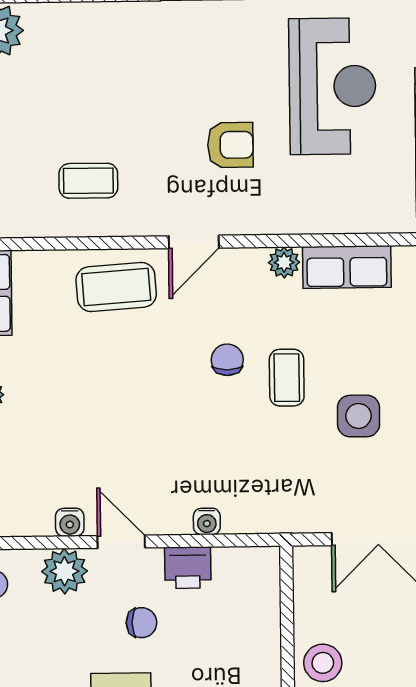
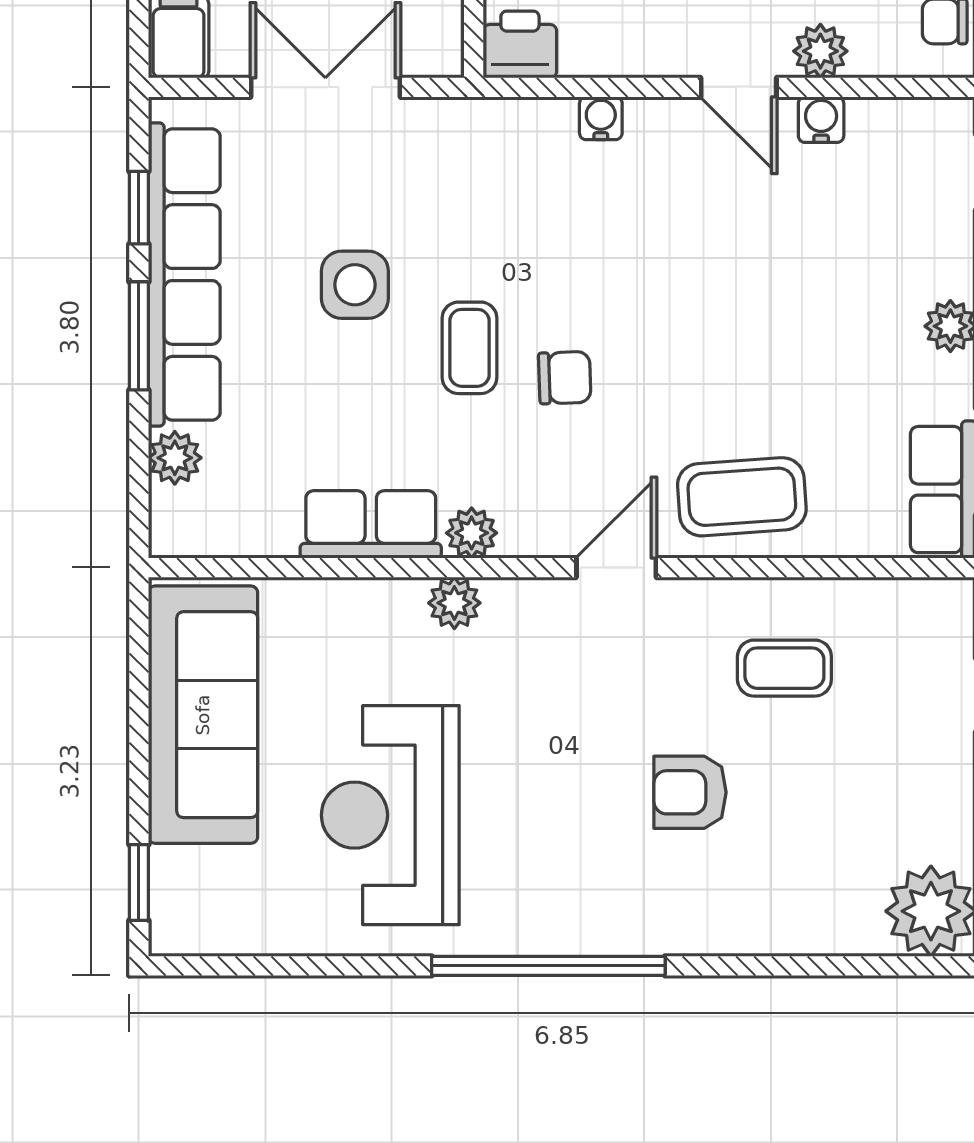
armchair: (230, 145) -> (690, 792), moved
plant: (294, 219) -> (454, 603), added
chair: (227, 360) -> (565, 378), turned -92
printer: (188, 568) -> (520, 44), moved
plant: (65, 571) -> (820, 51), width x0.73, depth x0.73

